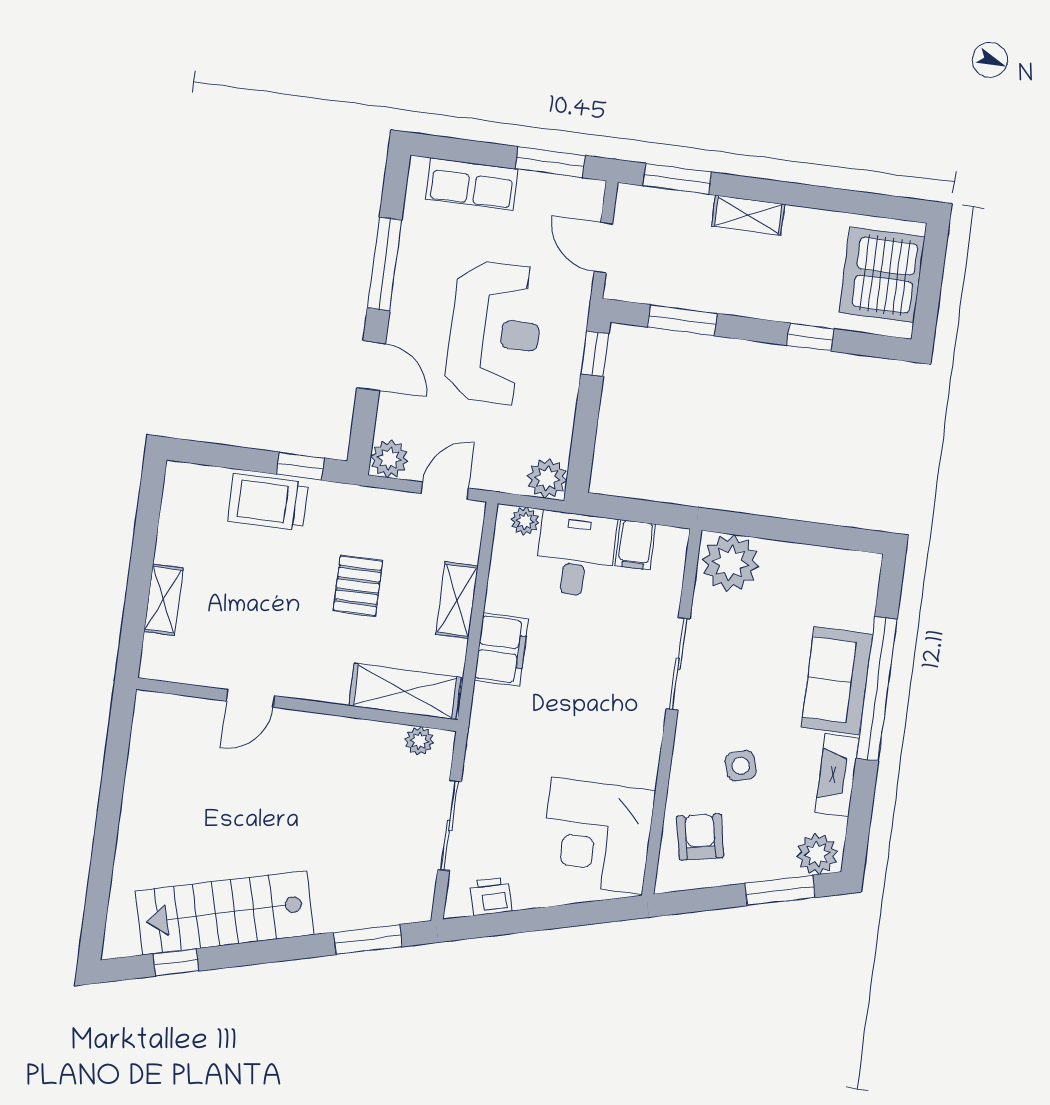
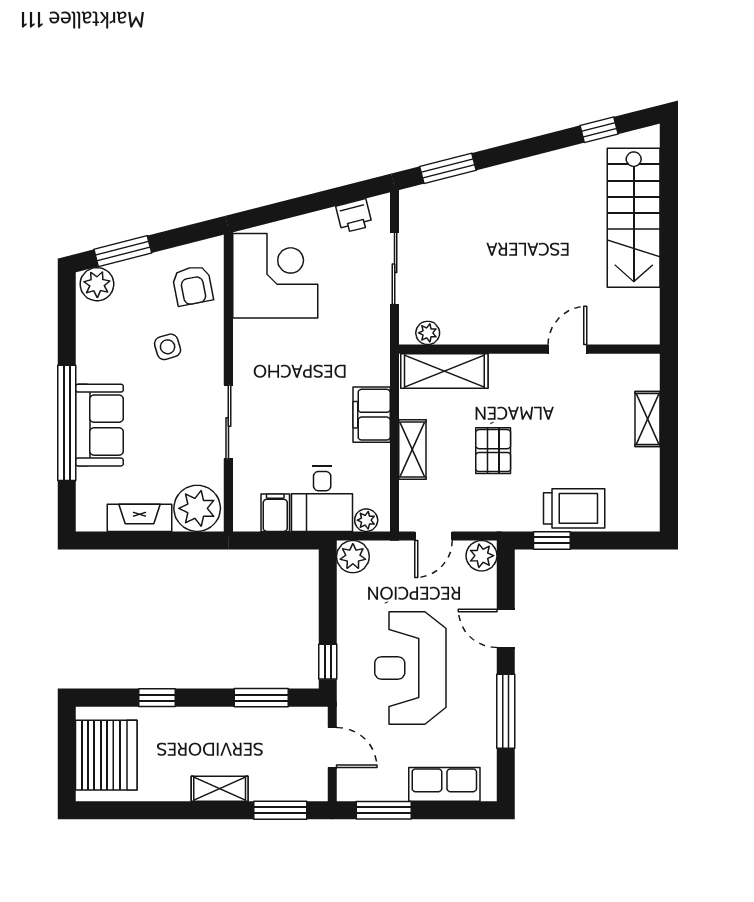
fireplace: (837, 775) -> (139, 518), moved, turned -90
stairs: (225, 913) -> (634, 218), moved, turned 104

